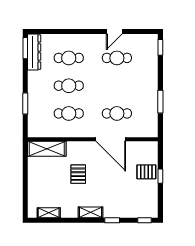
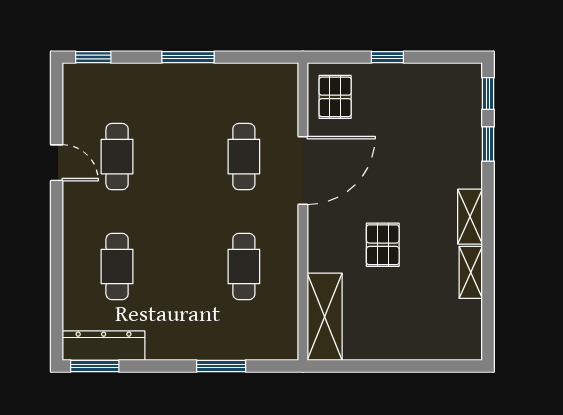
cafe table: (69, 86) -> (180, 266), removed
window: (160, 102) -> (188, 57), moved
pallet: (146, 172) -> (335, 97), moved
pallet: (78, 174) -> (383, 245), turned 90
shelving: (49, 213) -> (471, 272), moved
window: (112, 220) -> (488, 144), moved

